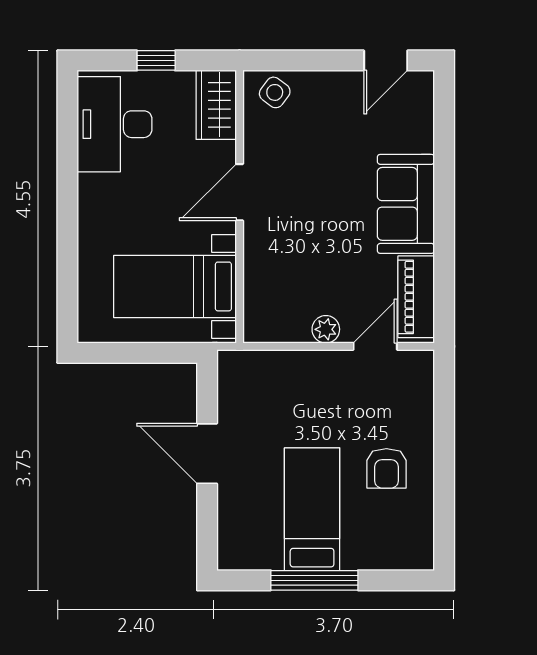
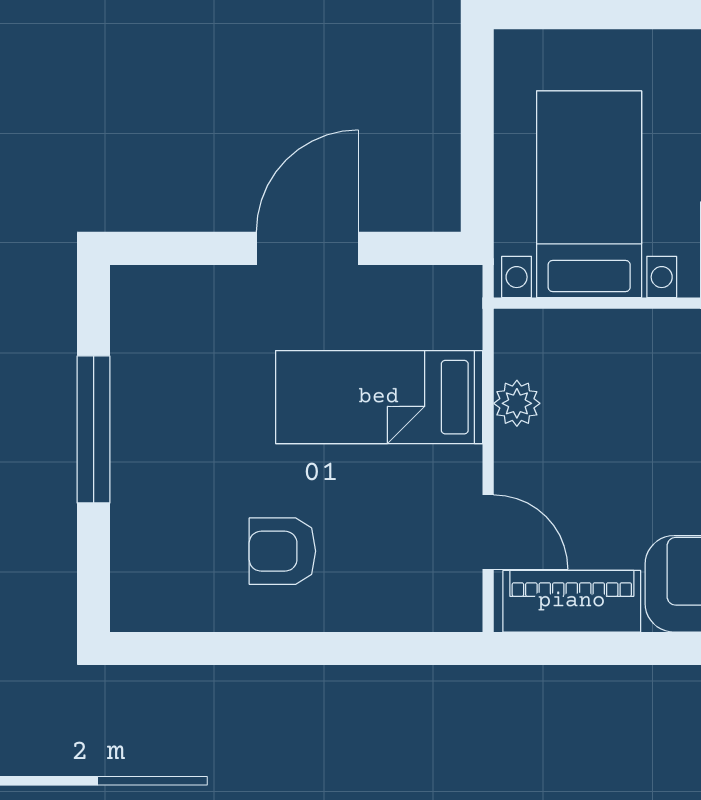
plant: (326, 329) -> (517, 403), moved
bed: (312, 509) -> (379, 397), moved, turned 180

